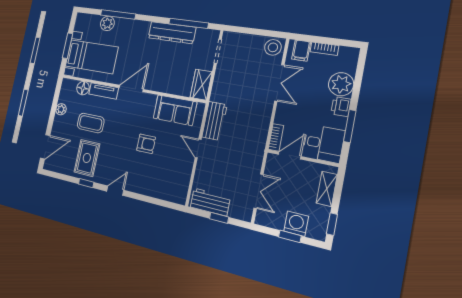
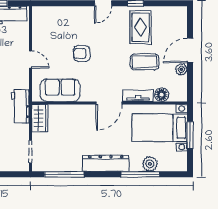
dresser: (172, 33) -> (106, 163), moved
workbench: (215, 121) -> (20, 106), moved
door: (45, 147) -> (190, 51), moved

